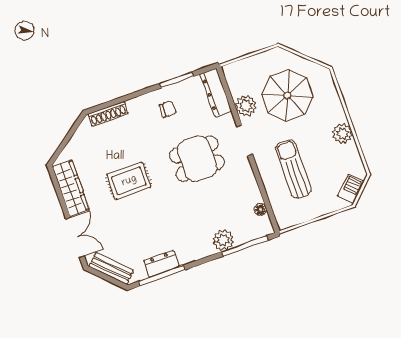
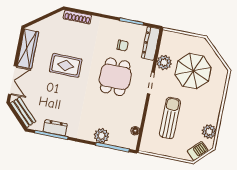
chair: (168, 109) -> (123, 45), moved
plant: (342, 134) -> (209, 132), moved
dining table: (197, 159) -> (115, 77), turned 90

